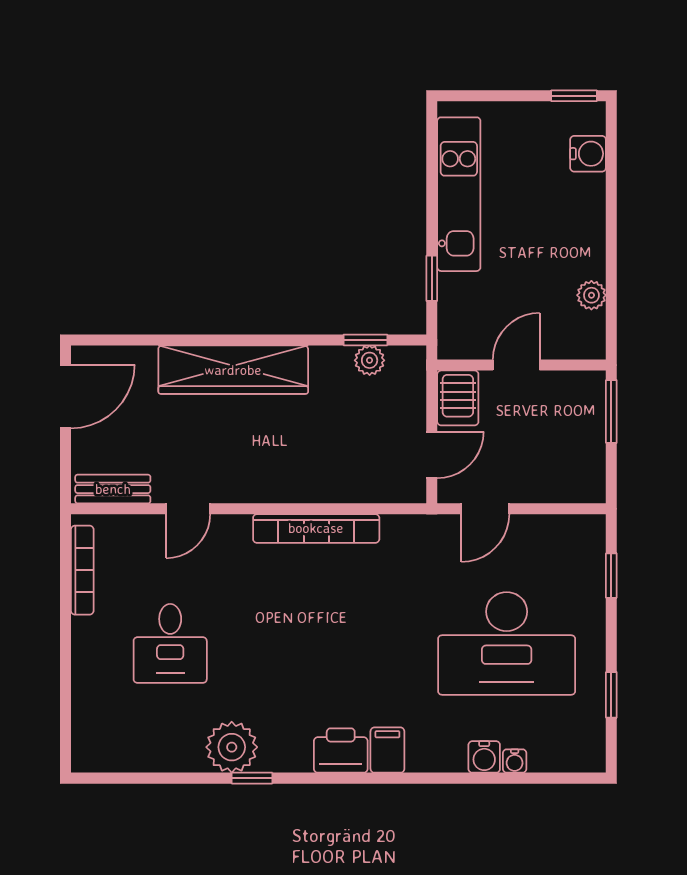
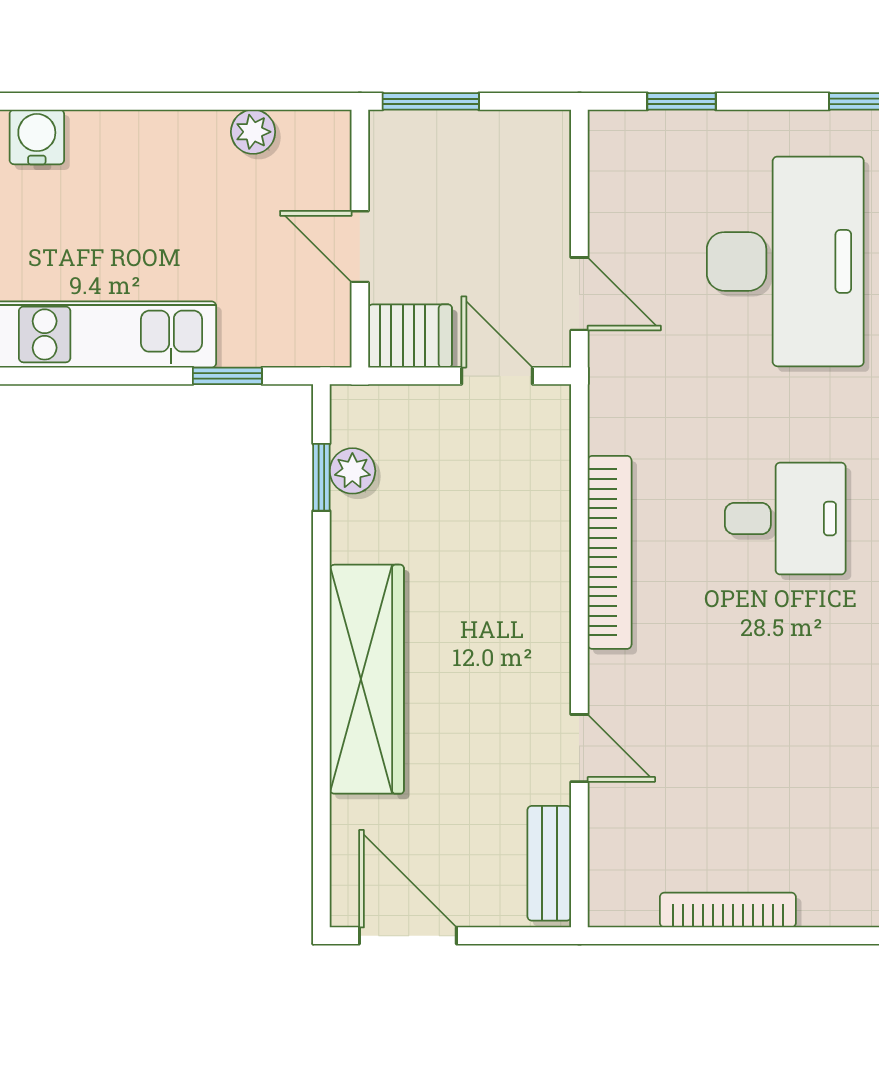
bookcase: (82, 570) -> (728, 910), moved
desk: (170, 643) -> (785, 519), moved

